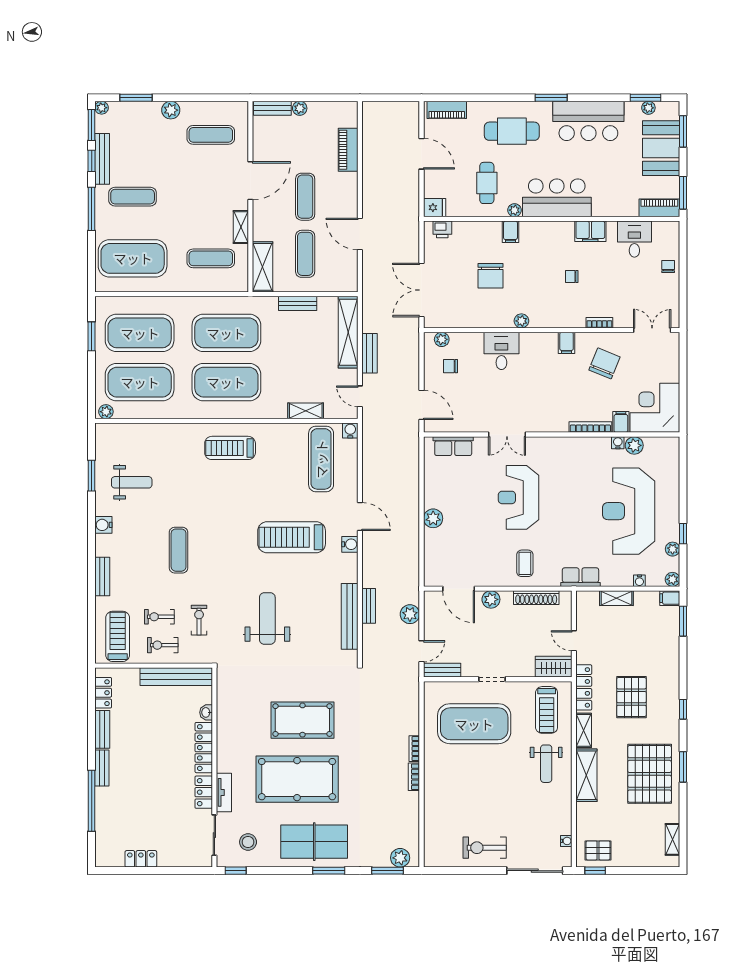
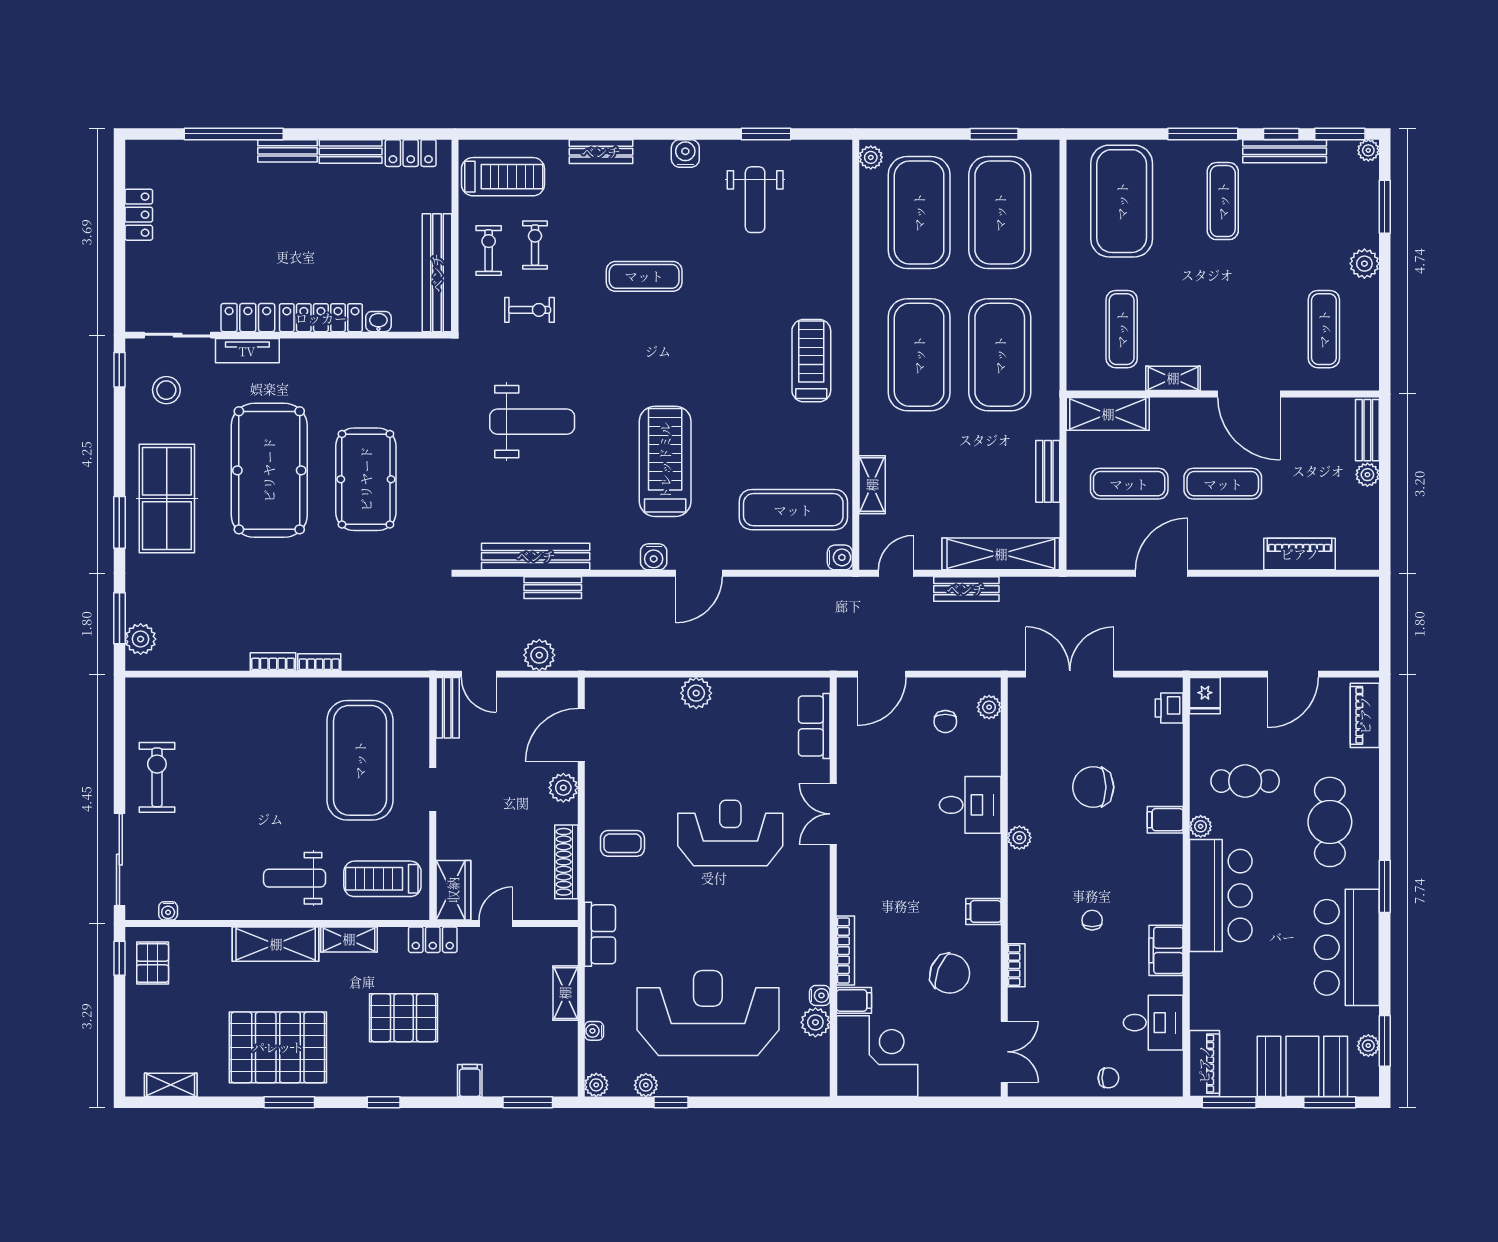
chair: (450, 366) -> (945, 722), turned 180
filing cabinet: (670, 598) -> (470, 1081), moved
locker: (584, 687) -> (433, 940), width x0.66

